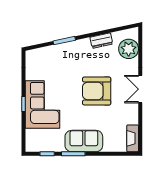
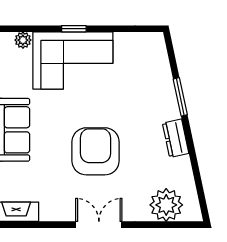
dresser: (101, 41) -> (176, 138), moved
plant: (30, 134) -> (23, 40), added

